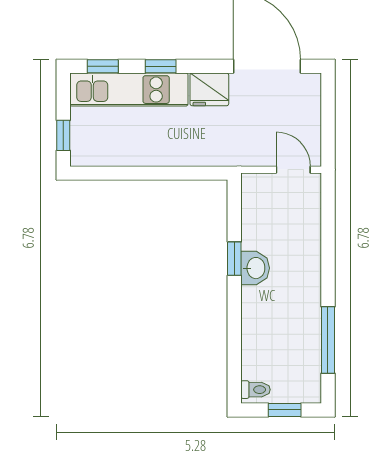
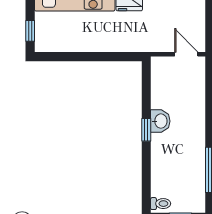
window: (234, 259) -> (146, 130), moved

